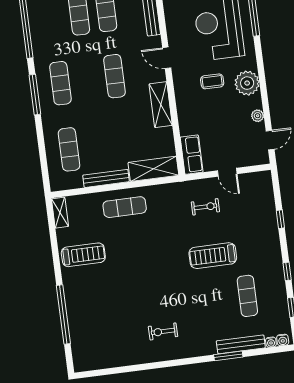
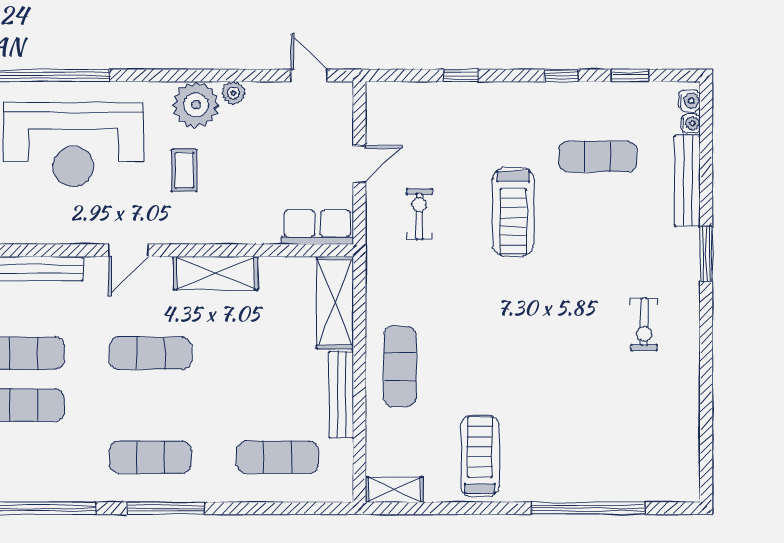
plant: (258, 116) -> (233, 93), moved
window: (228, 356) -> (706, 254), moved

